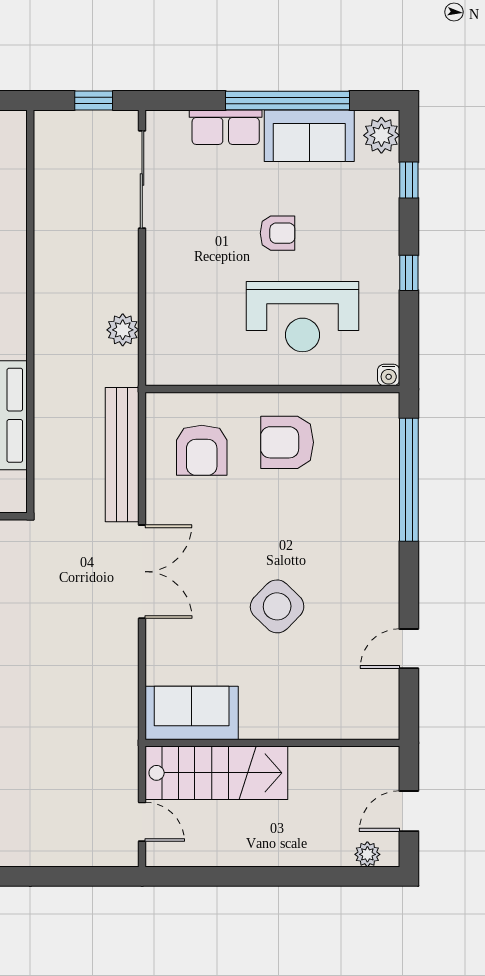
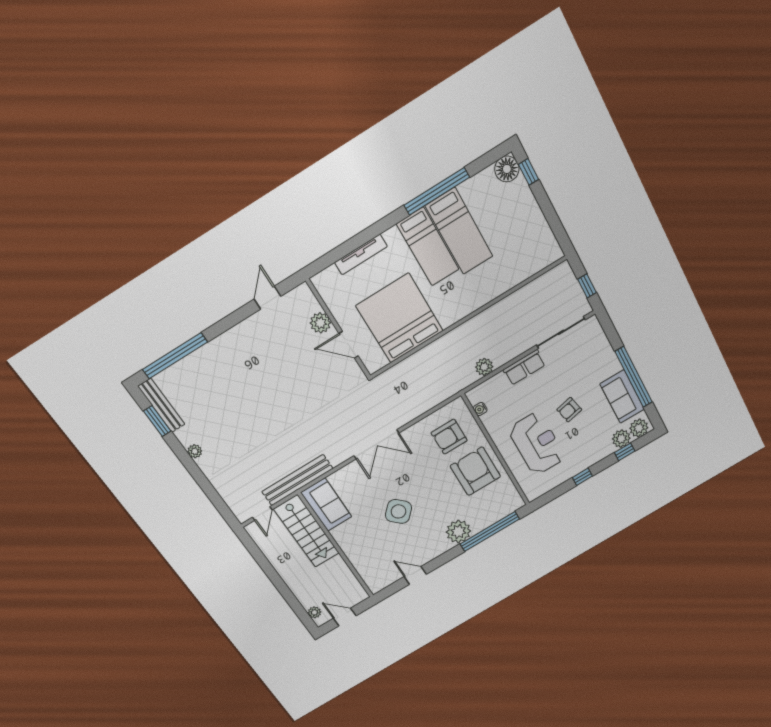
row of seats: (226, 127) -> (524, 367), moved, turned -90
plant: (382, 174) -> (621, 439), added
armchair: (278, 233) -> (569, 410), turned 78
reception desk: (302, 317) -> (537, 444), turned 180
water cooler: (389, 375) -> (480, 409), moved
armchair: (287, 442) -> (475, 471), width x1.36, depth x1.36
bench: (122, 455) -> (297, 480), moved
plant: (375, 531) -> (458, 532), added

